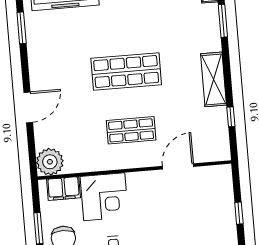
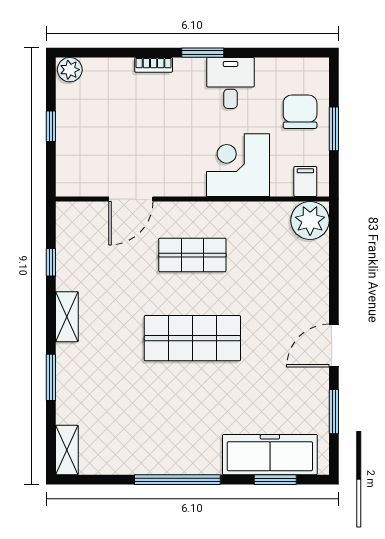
window: (223, 21) -> (51, 377), moved
shelving: (214, 79) -> (67, 317), width x0.67, depth x0.75
door: (28, 107) -> (334, 346), moved
filing cabinet: (64, 188) -> (305, 181), width x0.50

